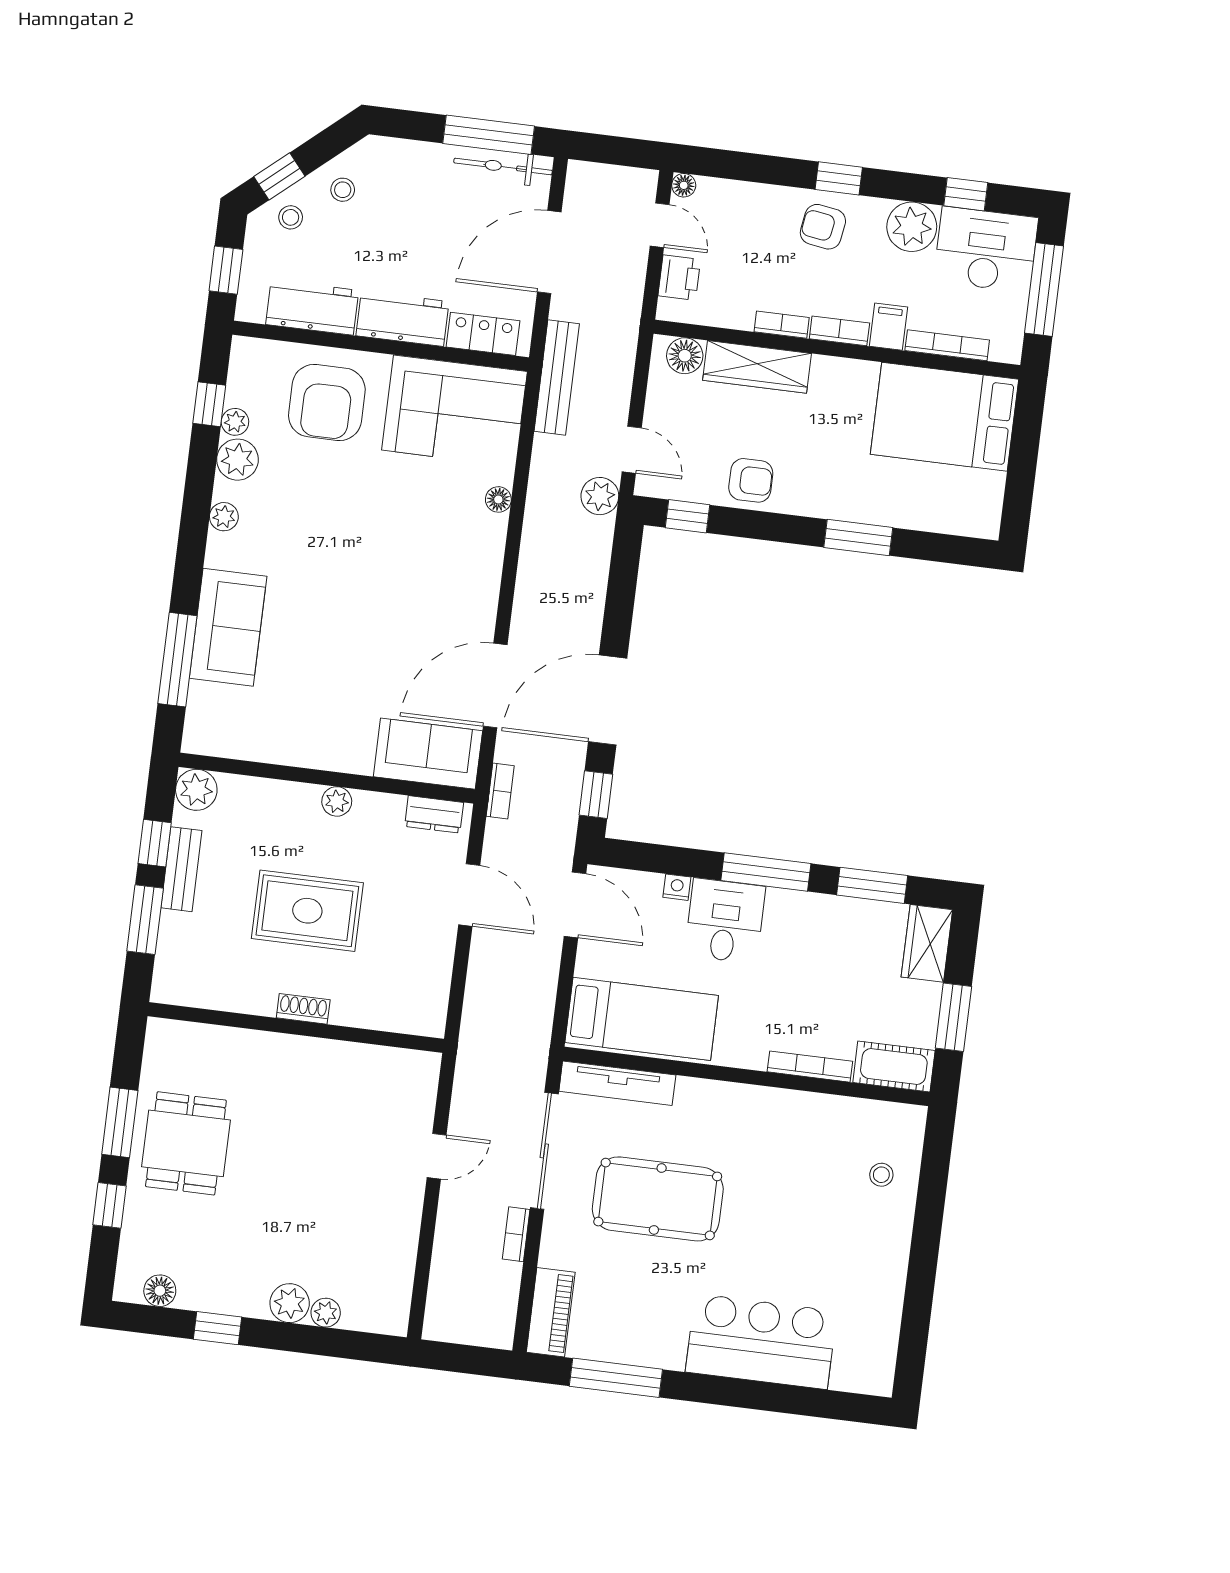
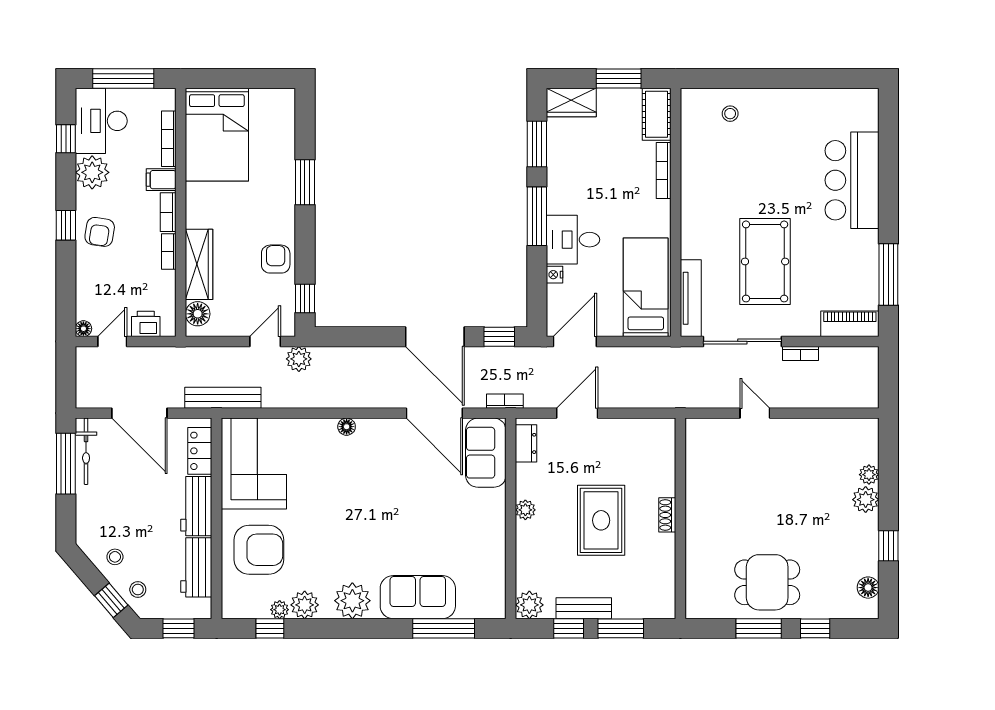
floor lamp: (498, 499) -> (347, 427), moved
plant: (224, 517) -> (352, 601), width x1.87, depth x1.87

